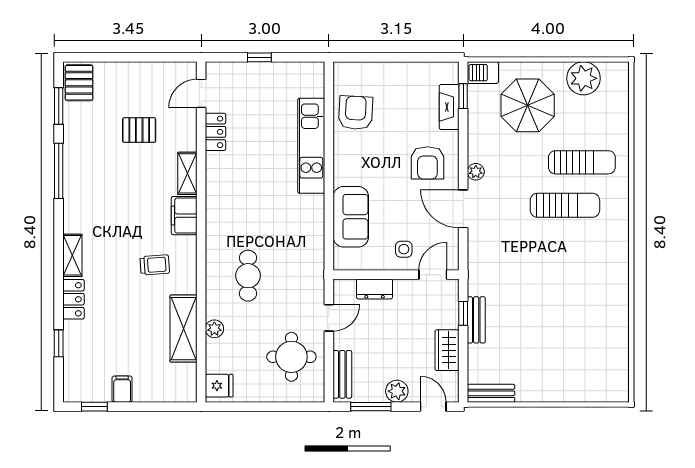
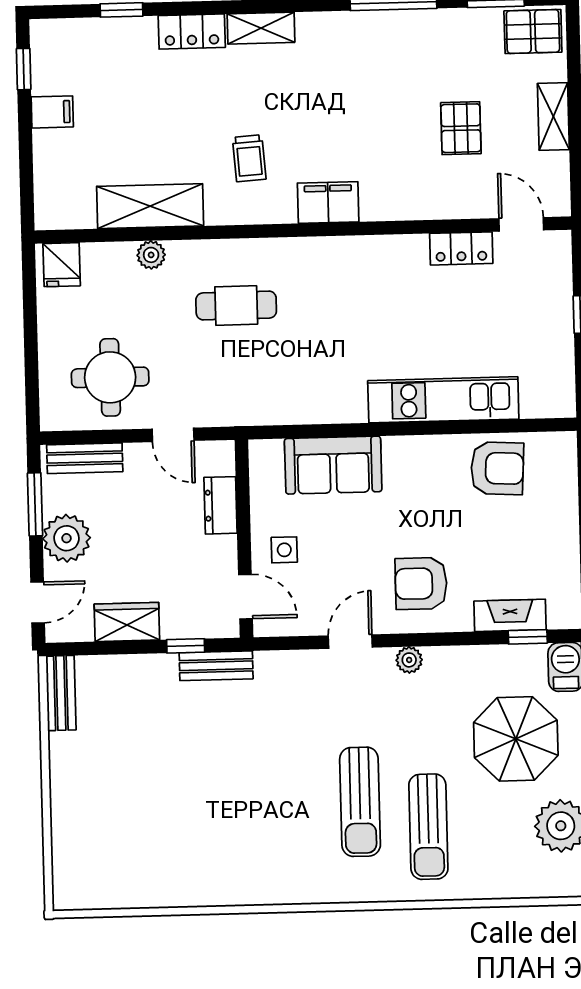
shelving: (187, 173) -> (553, 117), moved, turned 90
door: (463, 209) -> (350, 642), width x0.73
bench: (476, 320) -> (216, 666), moved
plant: (397, 391) -> (67, 538), width x1.36, depth x1.36

